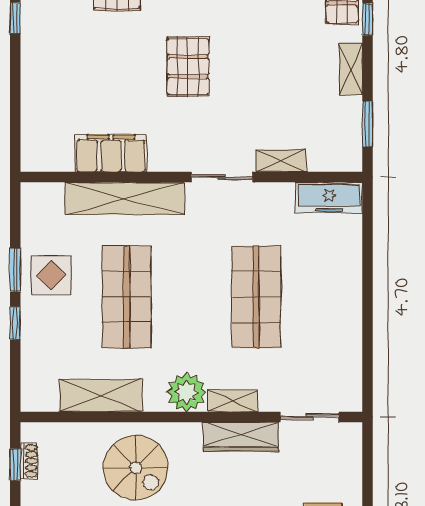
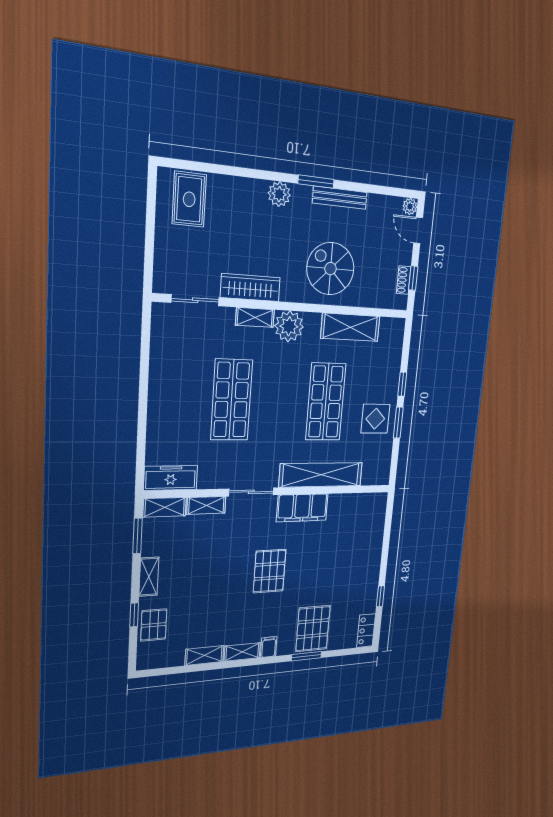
filing cabinet: (111, 153) -> (302, 508), moved
shelving: (335, 160) -> (165, 507), added

